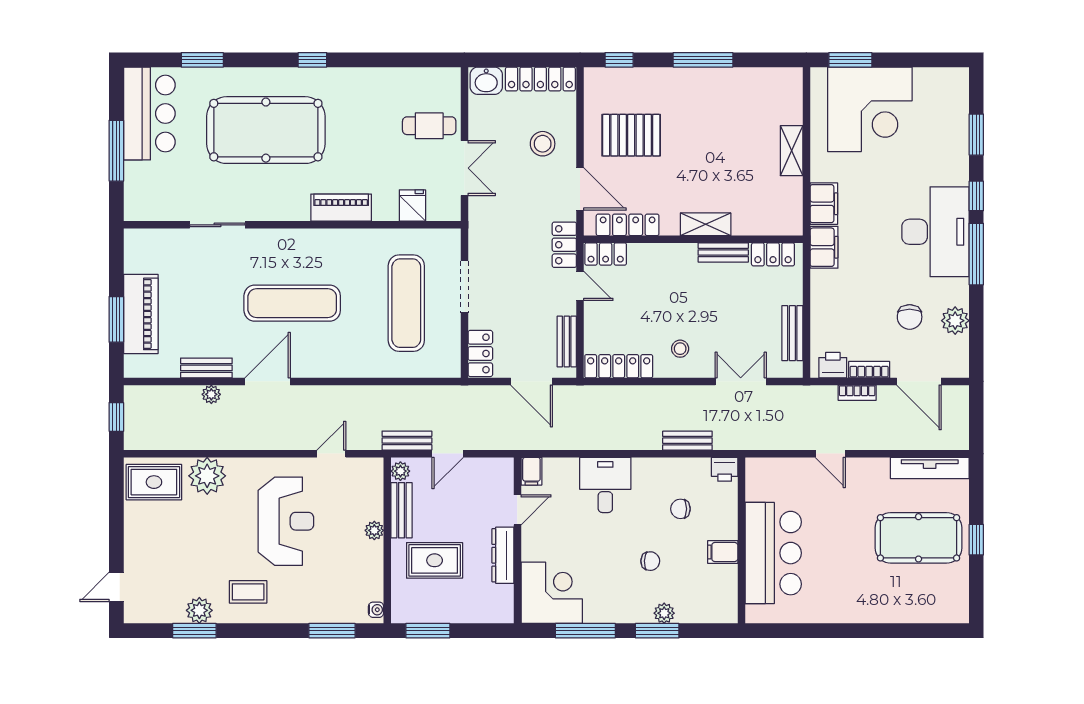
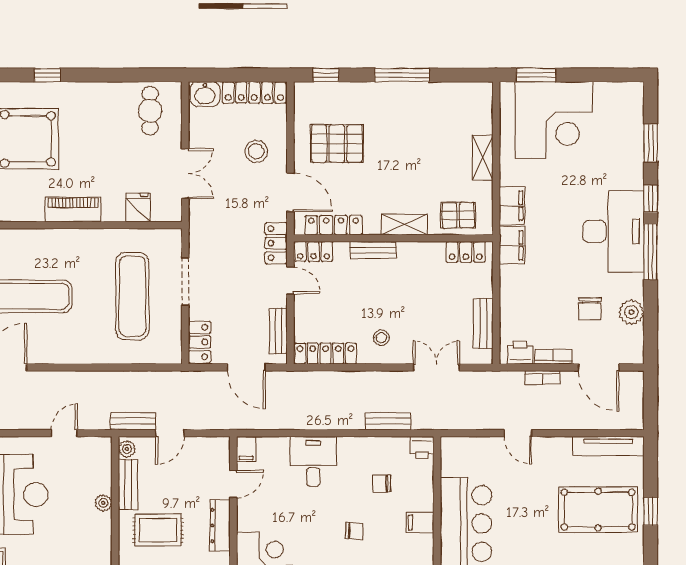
cafe table: (429, 126) -> (150, 111), moved, turned 90
pallet: (765, 214) -> (458, 215), added
bench: (723, 252) -> (373, 250), moved

